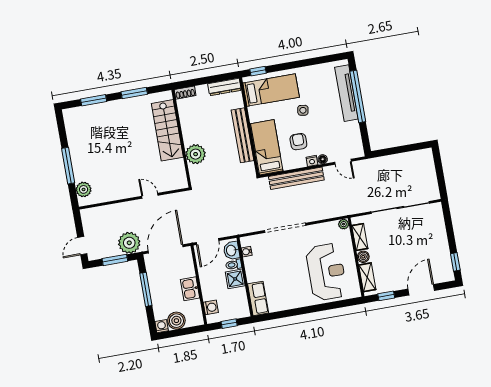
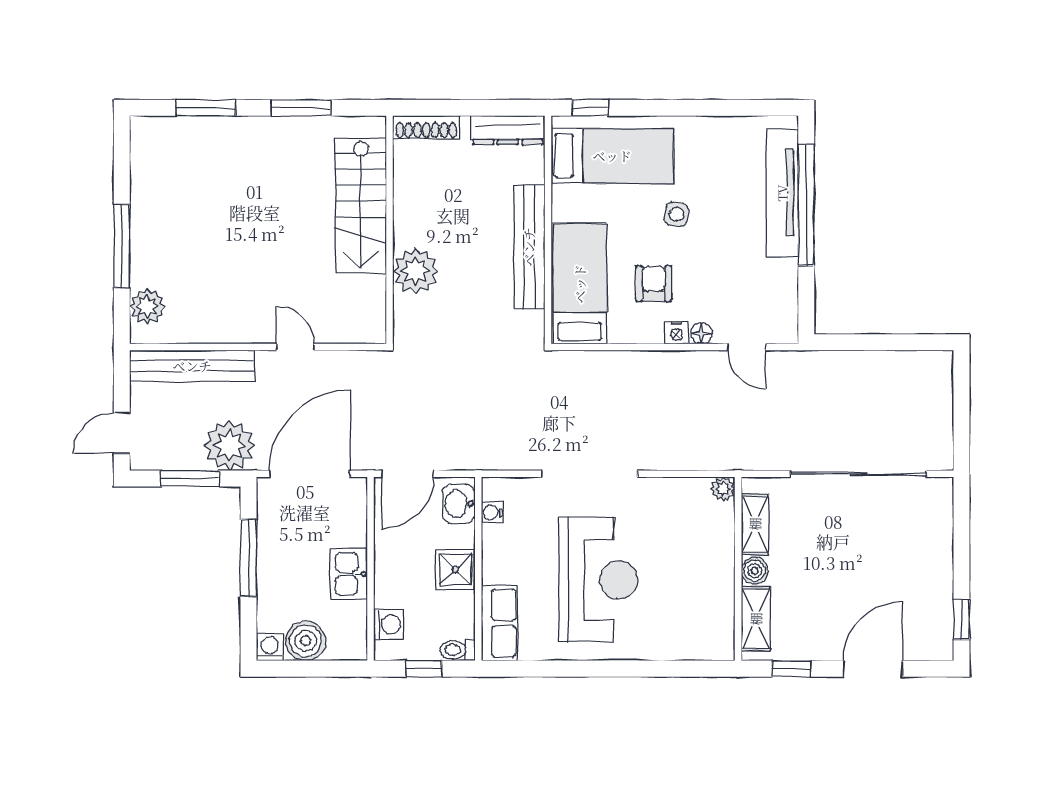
shoe rack: (185, 93) -> (426, 127), width x1.43
bench: (296, 178) -> (192, 366), moved
toilet: (234, 265) -> (458, 650), moved
reception desk: (326, 272) -> (598, 580), moved

